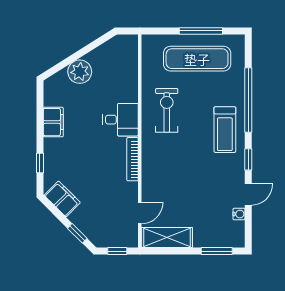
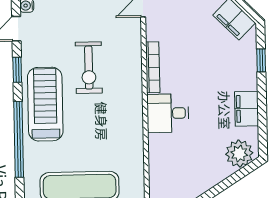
plant: (80, 72) -> (239, 154), moved
exercise bike: (167, 110) -> (89, 68), moved
treadmill: (225, 130) -> (45, 104), width x1.37, depth x1.38

